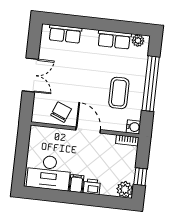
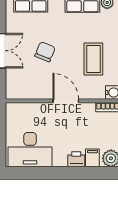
chair: (61, 112) -> (45, 52), moved
filing cabinet: (76, 184) -> (92, 158), moved

